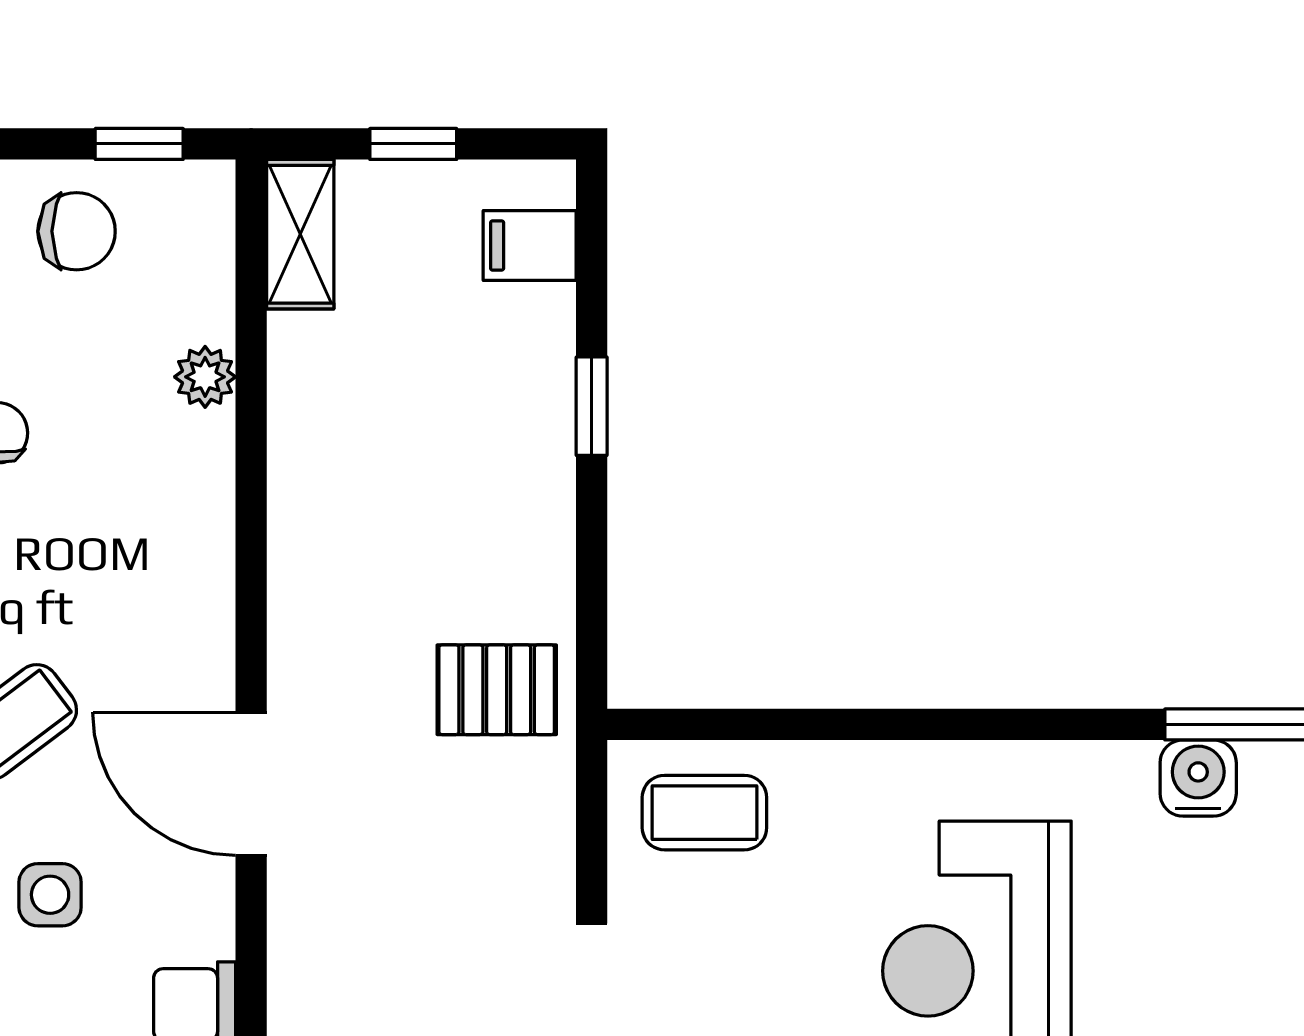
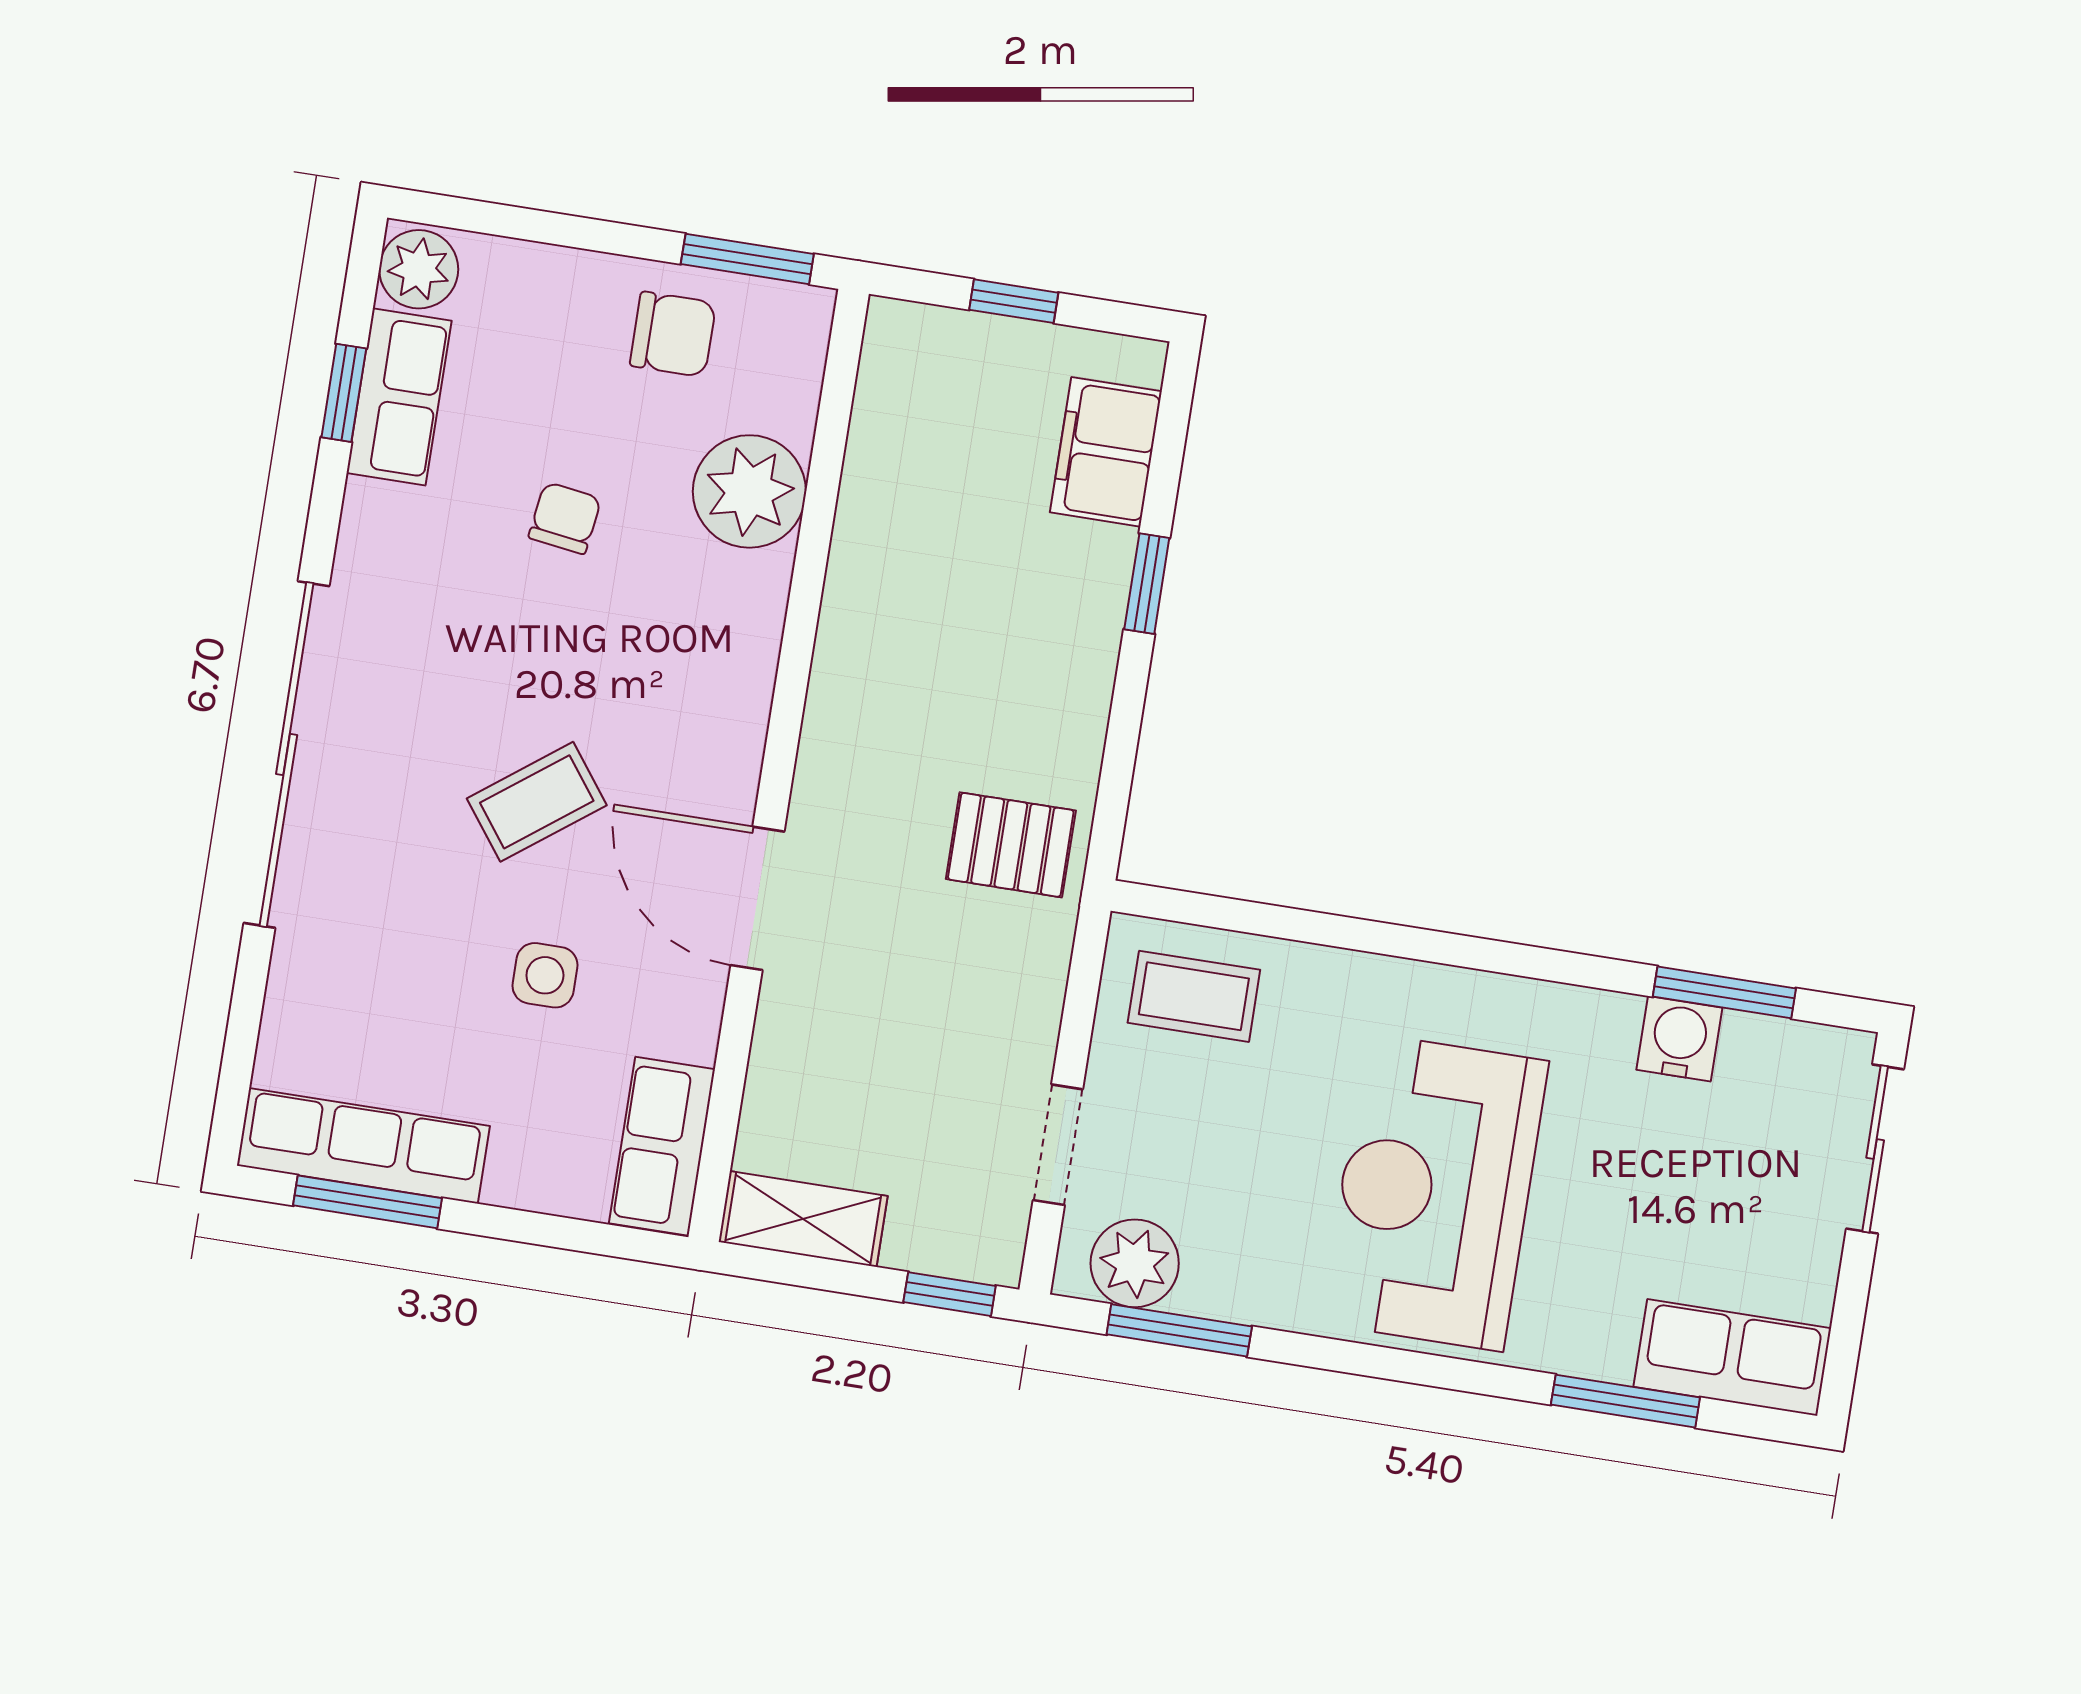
window: (139, 144) -> (747, 259), width x1.50
shelving: (300, 234) -> (890, 372), removed
filing cabinet: (530, 245) -> (1106, 452), width x2.00
plant: (205, 377) -> (749, 491), width x1.87, depth x1.87

